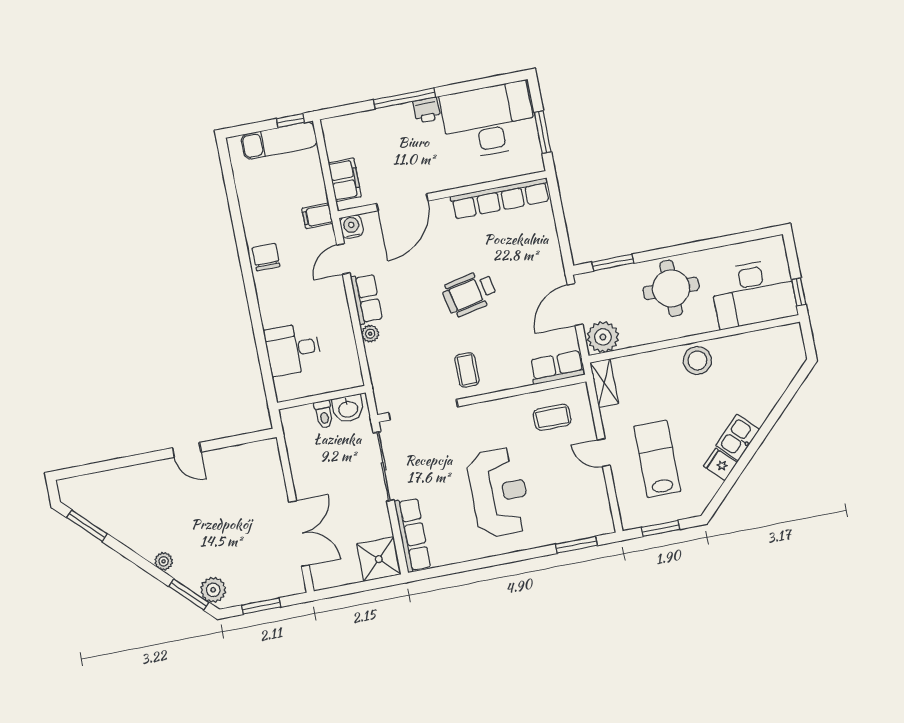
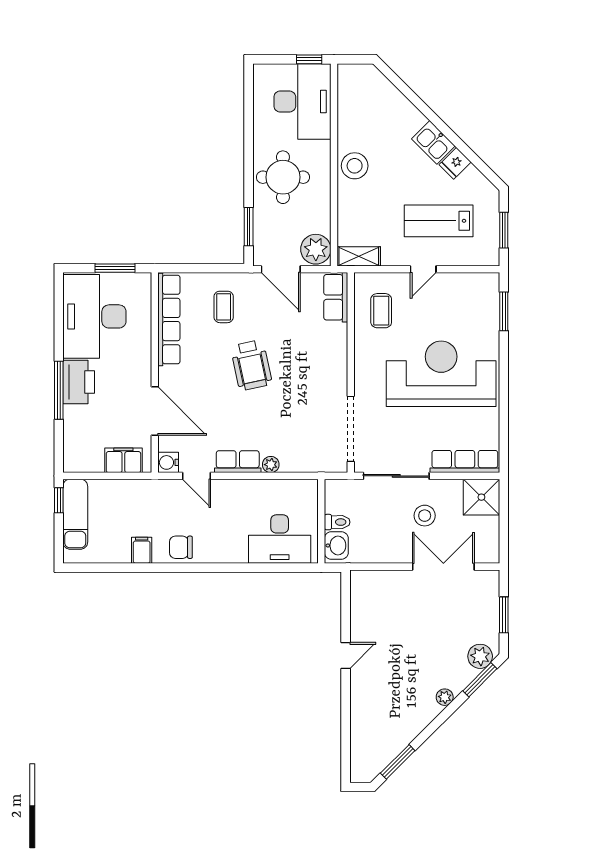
printer: (427, 110) -> (79, 382), width x1.87, depth x1.48
filing cabinet: (317, 216) -> (142, 550), moved, turned 180
desk: (293, 349) -> (280, 539), width x1.37
coffee table: (467, 370) -> (224, 307), moved, turned 90
washbasin: (348, 409) -> (336, 546), moved
reception desk: (499, 492) -> (441, 374), width x1.36, depth x1.30
stool: (348, 504) -> (425, 516), added

